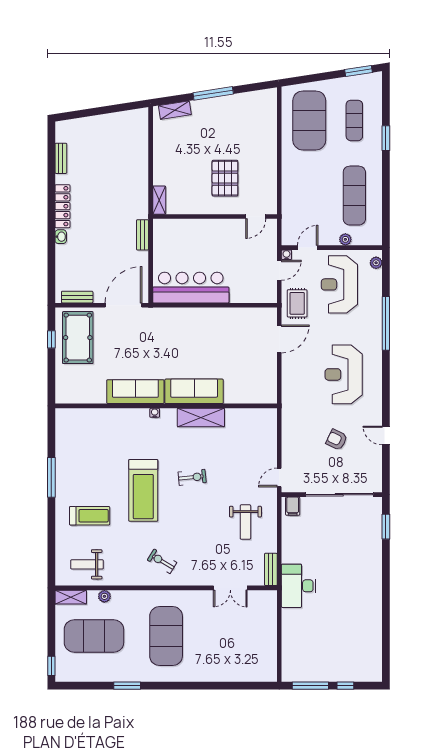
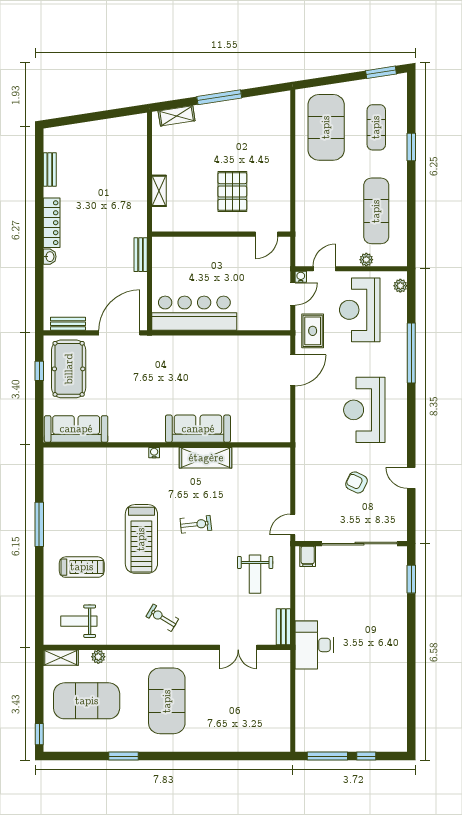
shelving: (159, 200) -> (159, 191), moved
sofa: (135, 392) -> (76, 429), moved

